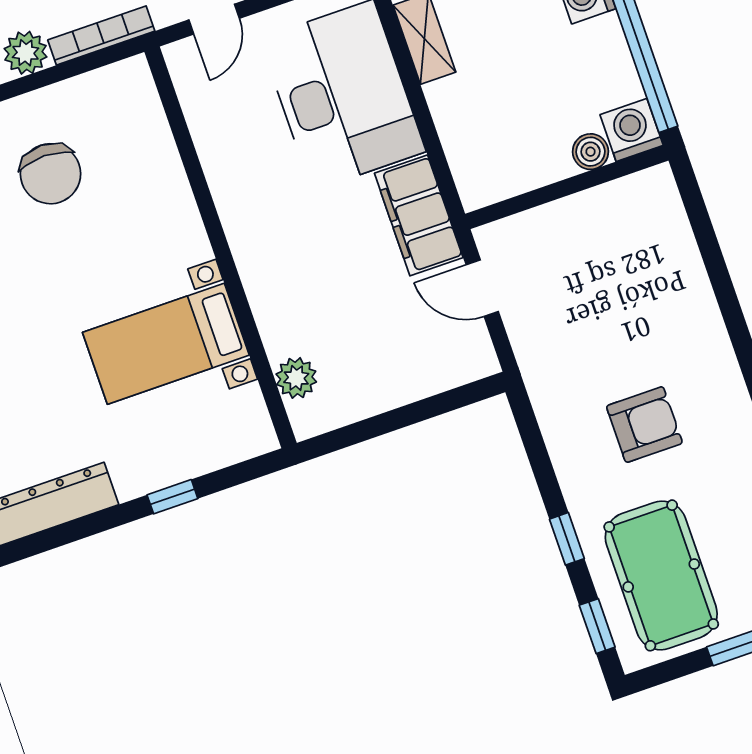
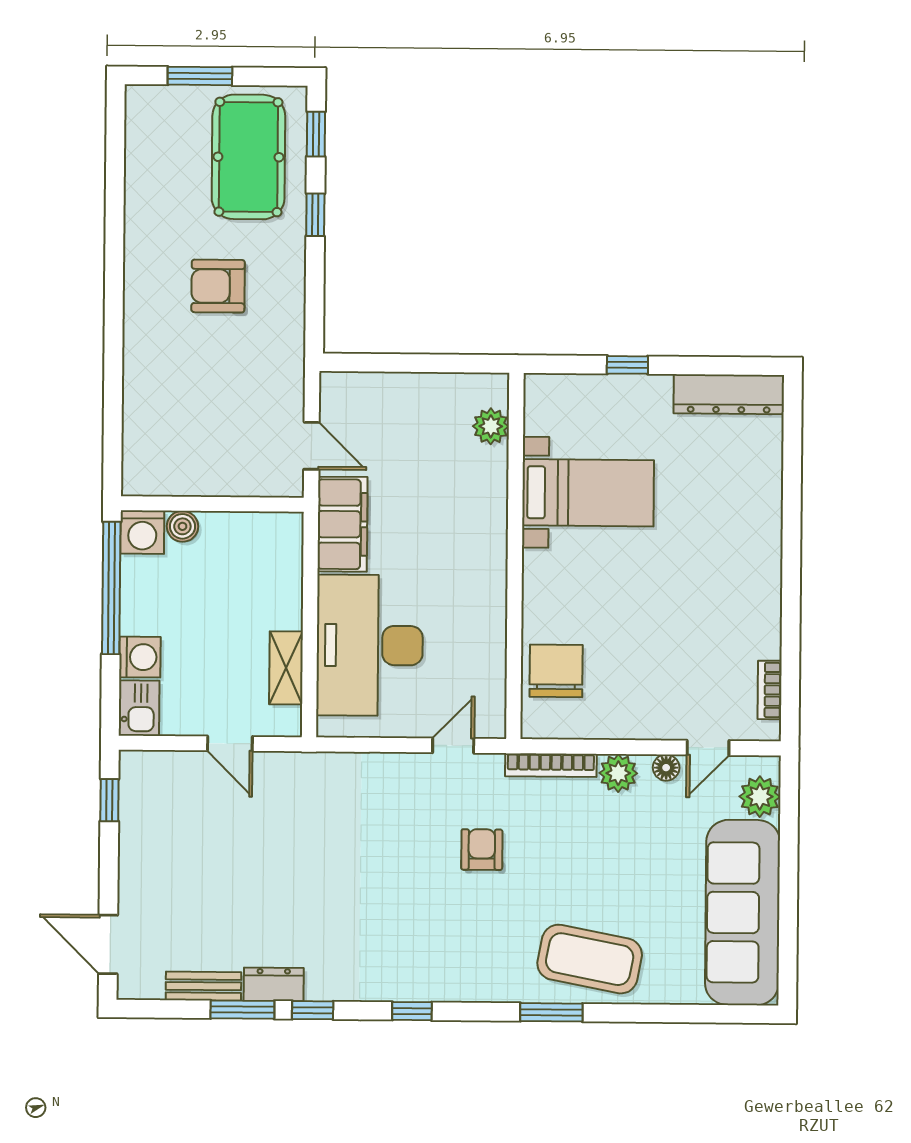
chair: (51, 174) -> (556, 671), moved

